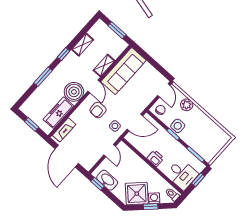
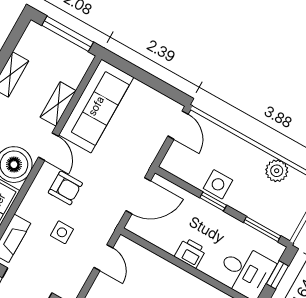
window: (117, 30) -> (68, 34), width x1.44
plant: (187, 105) -> (277, 171), moved
armchair: (98, 110) -> (65, 188), turned -90
chair: (160, 110) -> (180, 162), removed
side table: (115, 126) -> (62, 232), moved

